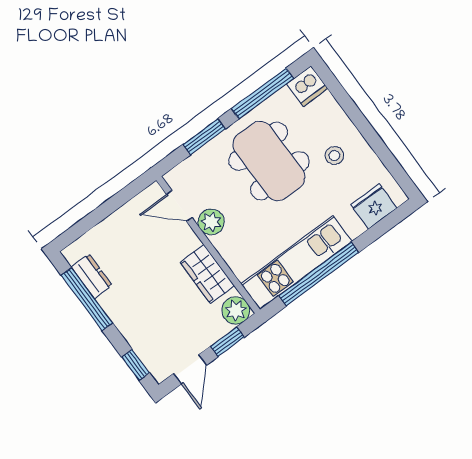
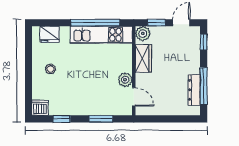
window: (263, 93) -> (62, 119), width x0.46
dining table: (269, 161) -> (81, 88), removed
dresser: (92, 276) -> (194, 90), width x1.44

